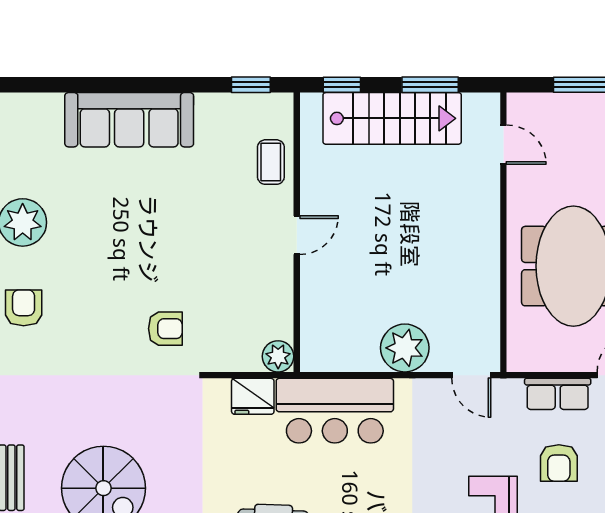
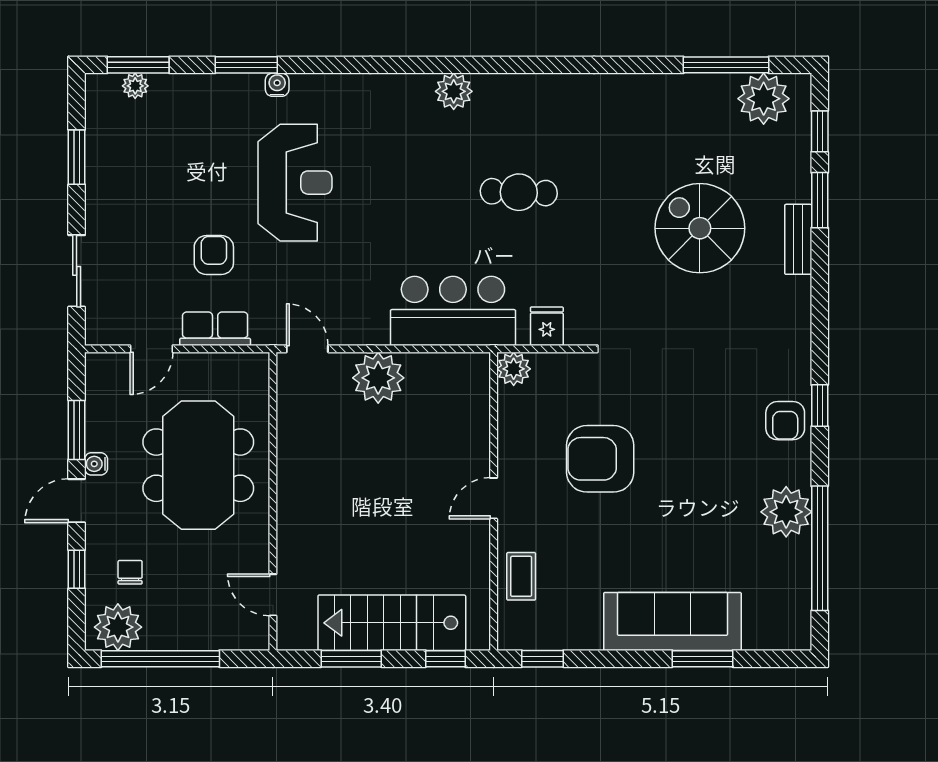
window: (101, 85) -> (702, 659), added
armchair: (165, 329) -> (600, 459), moved, width x1.88, depth x1.88
fridge: (253, 396) -> (547, 326), width x0.72

